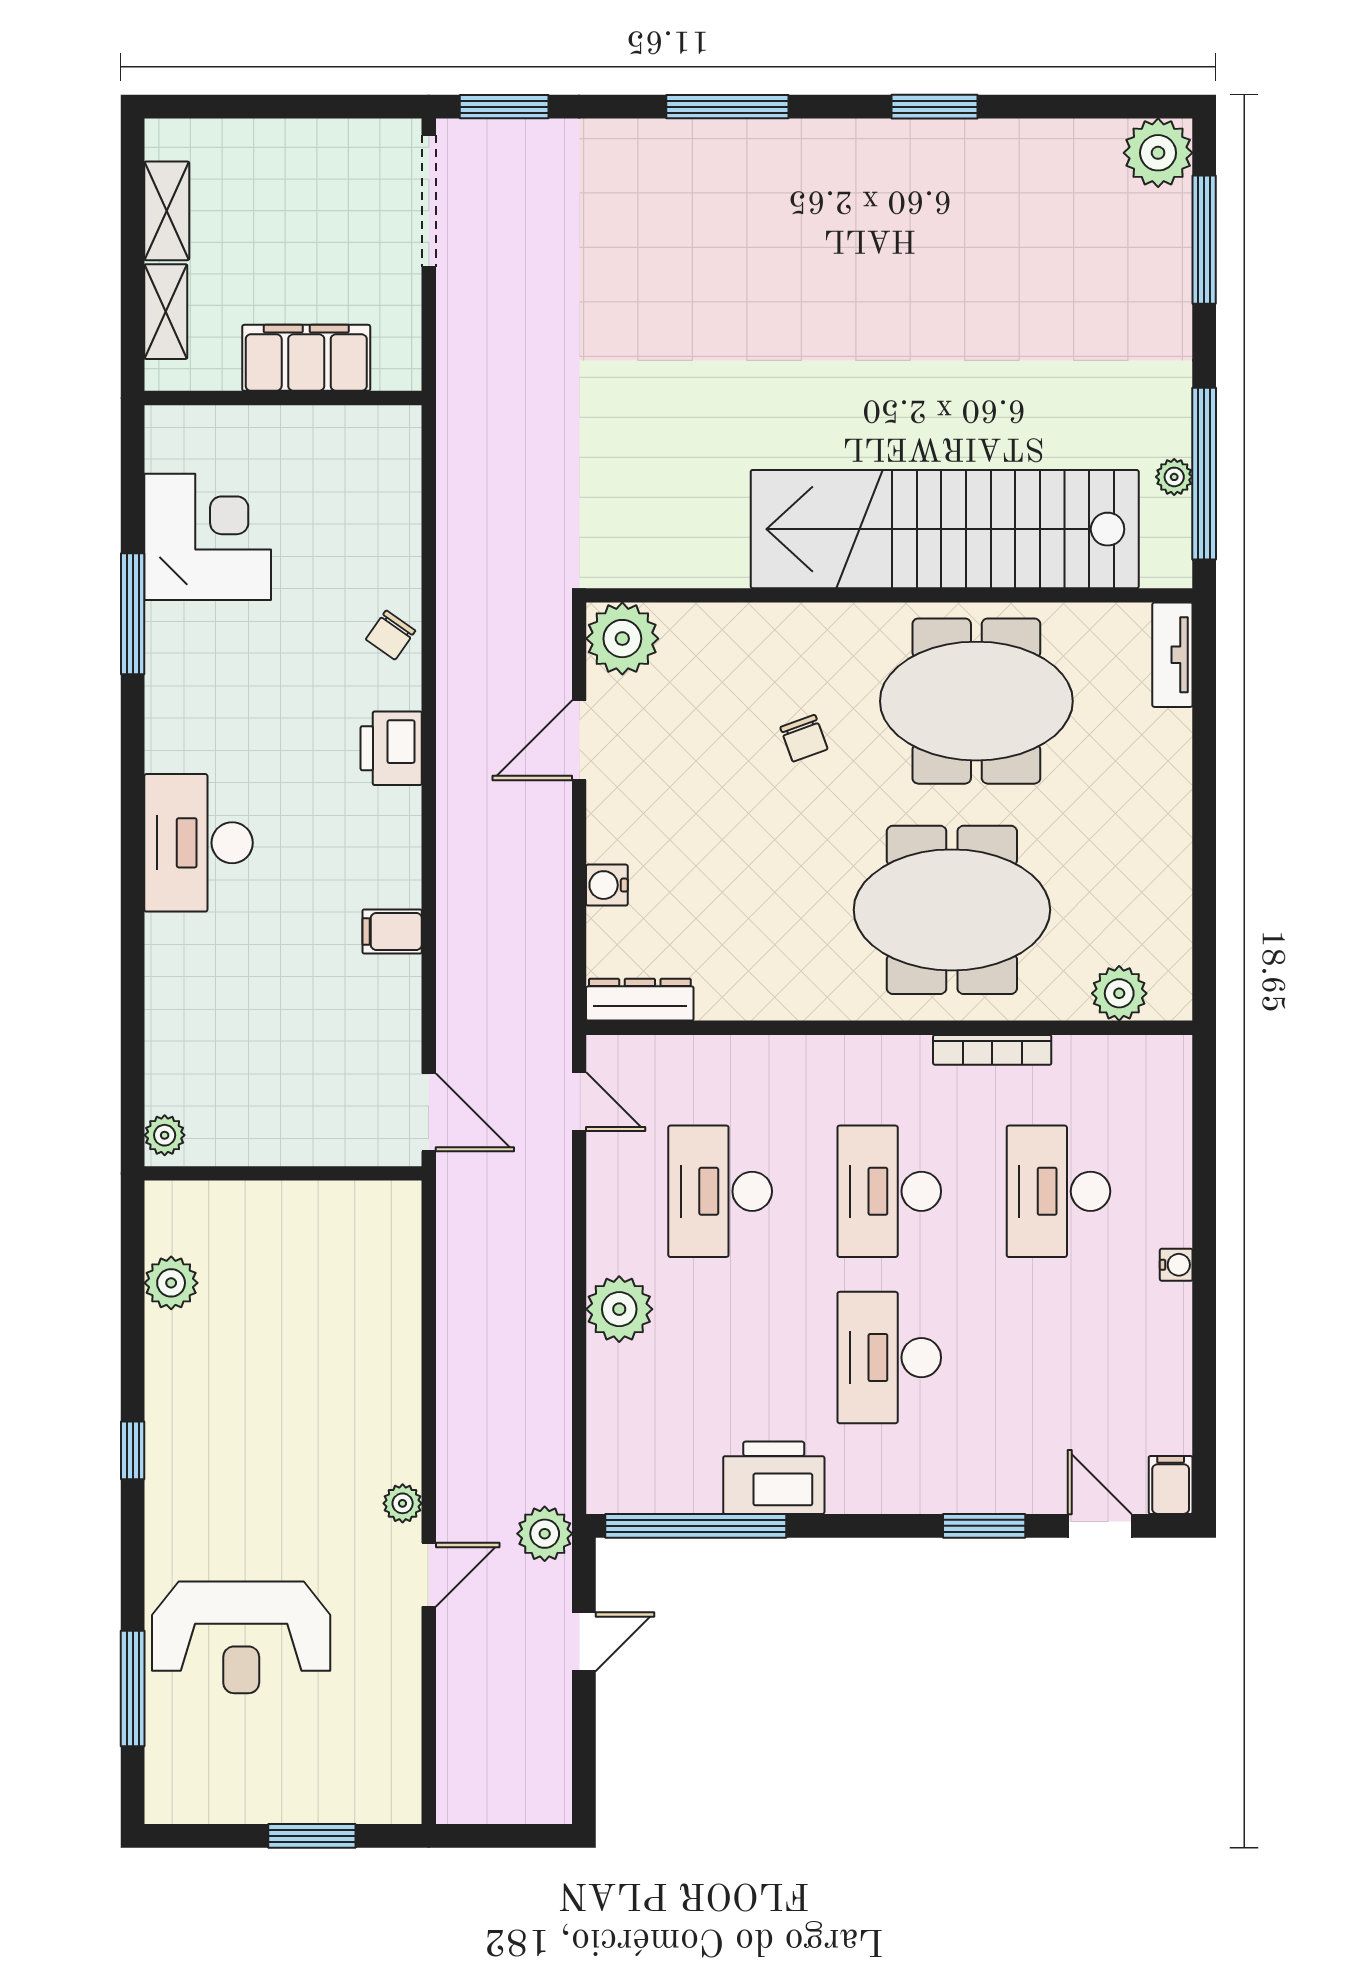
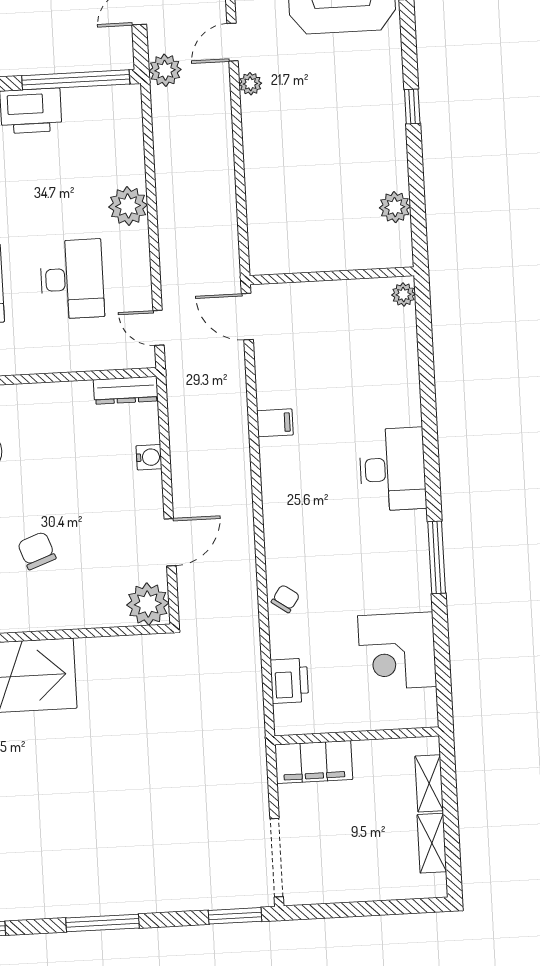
filing cabinet: (306, 358) -> (314, 762), moved
window: (133, 614) -> (437, 557), moved
chair: (804, 738) -> (37, 551), width x1.37, depth x1.37
printer: (391, 748) -> (289, 681), moved

